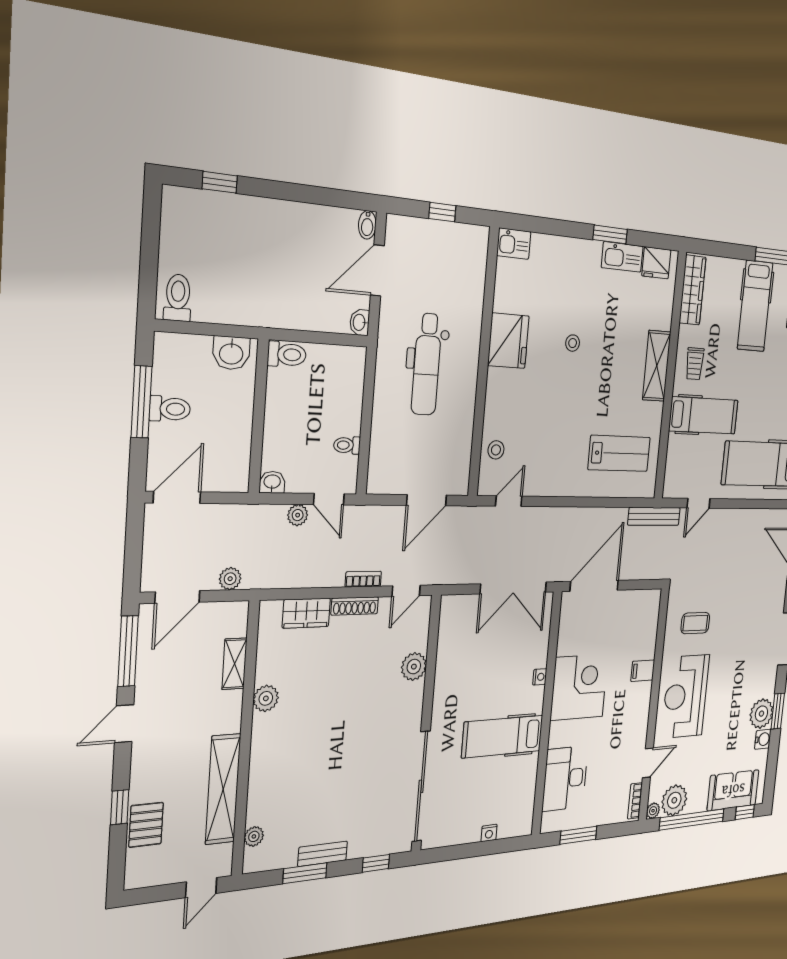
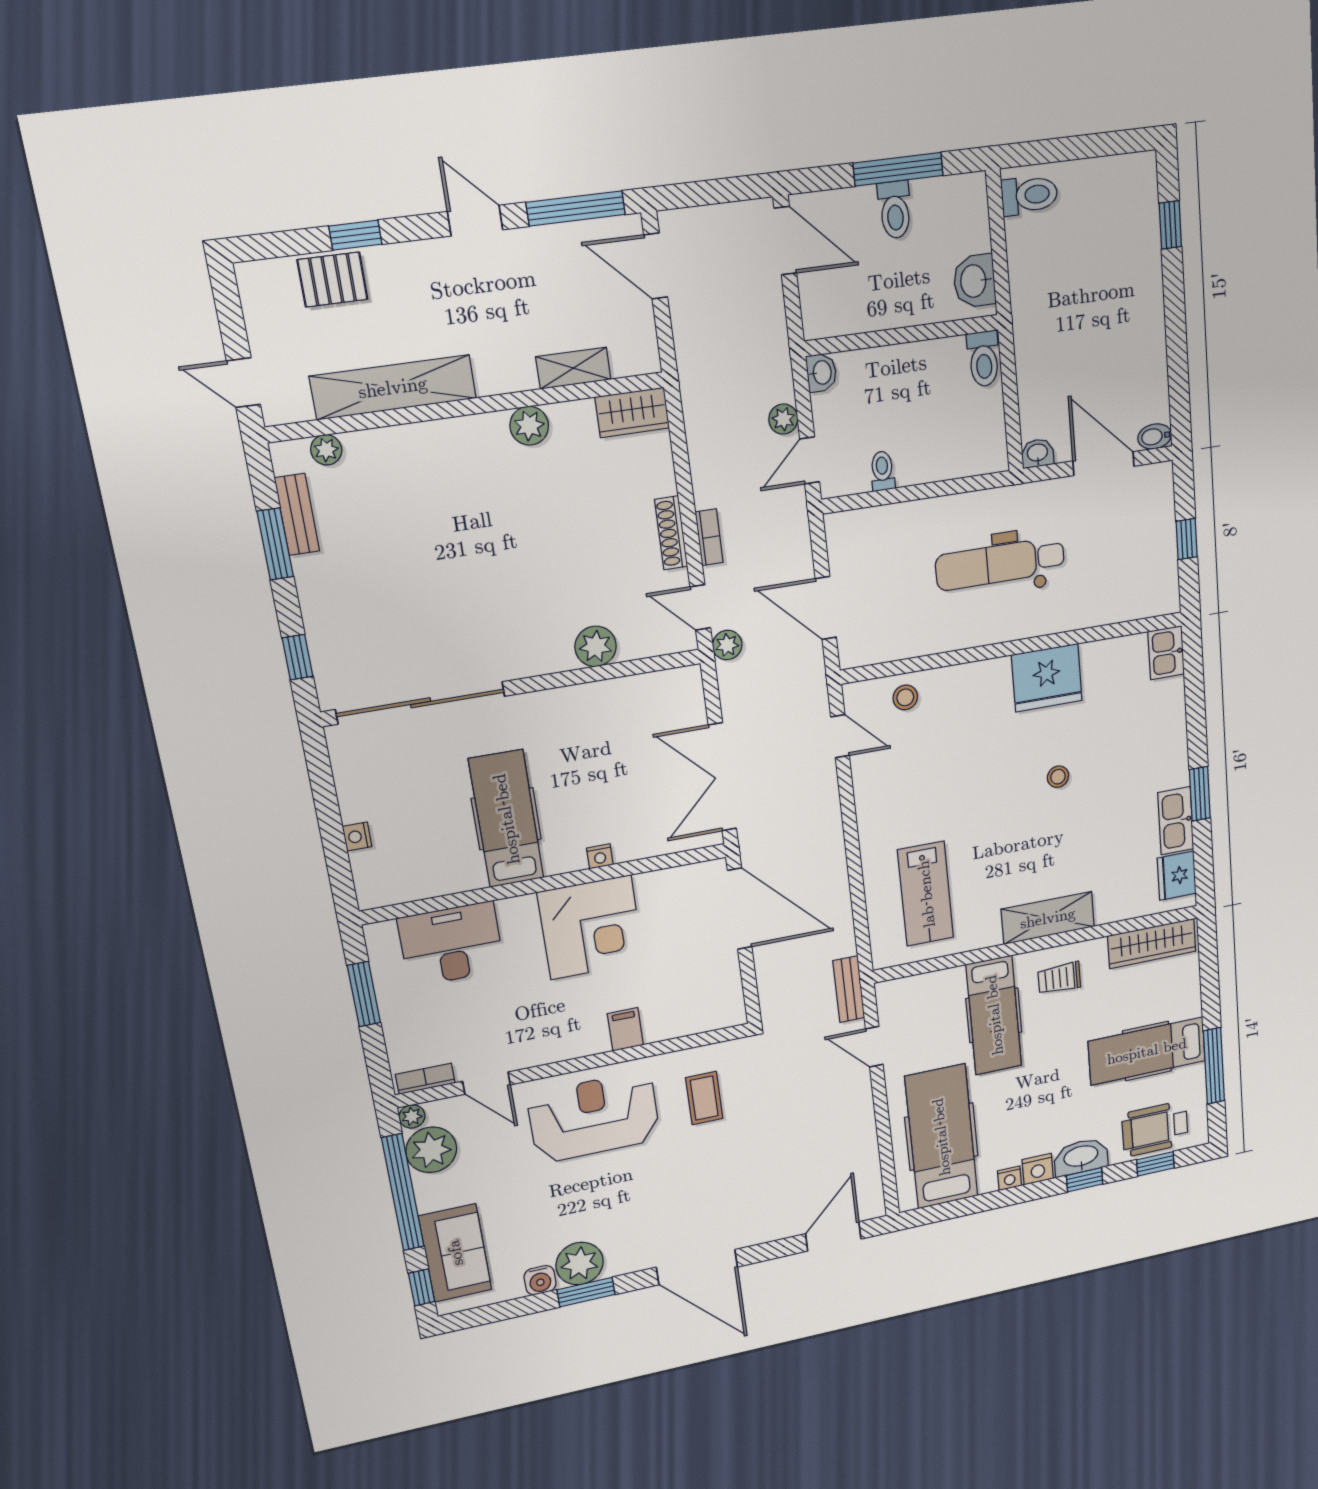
bench: (654, 516) -> (849, 989), width x0.73
plant: (230, 579) -> (727, 645), moved
wardrobe: (306, 613) -> (632, 413), moved, turned -90
bench: (323, 854) -> (297, 514), moved

